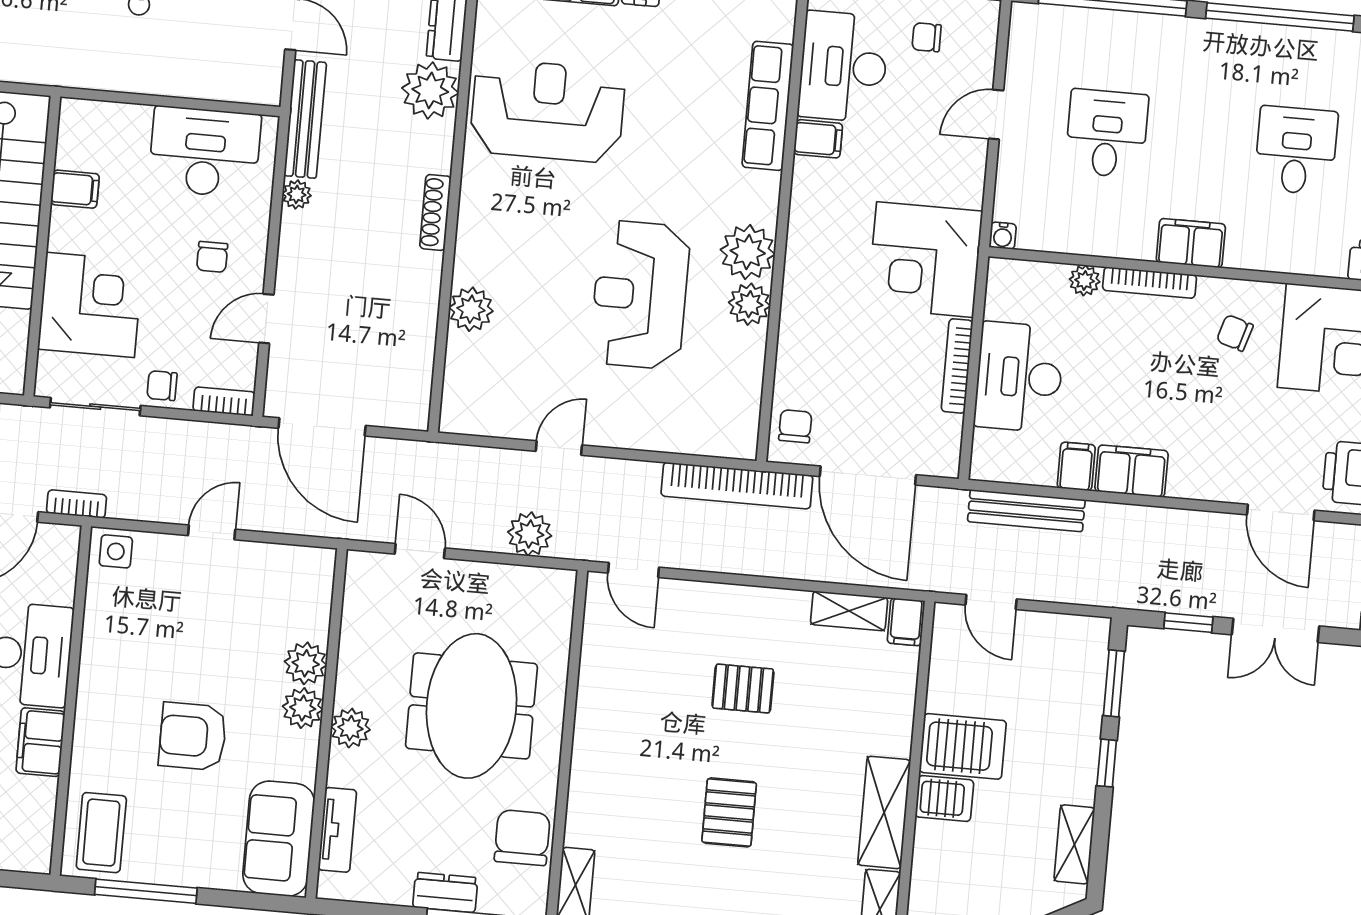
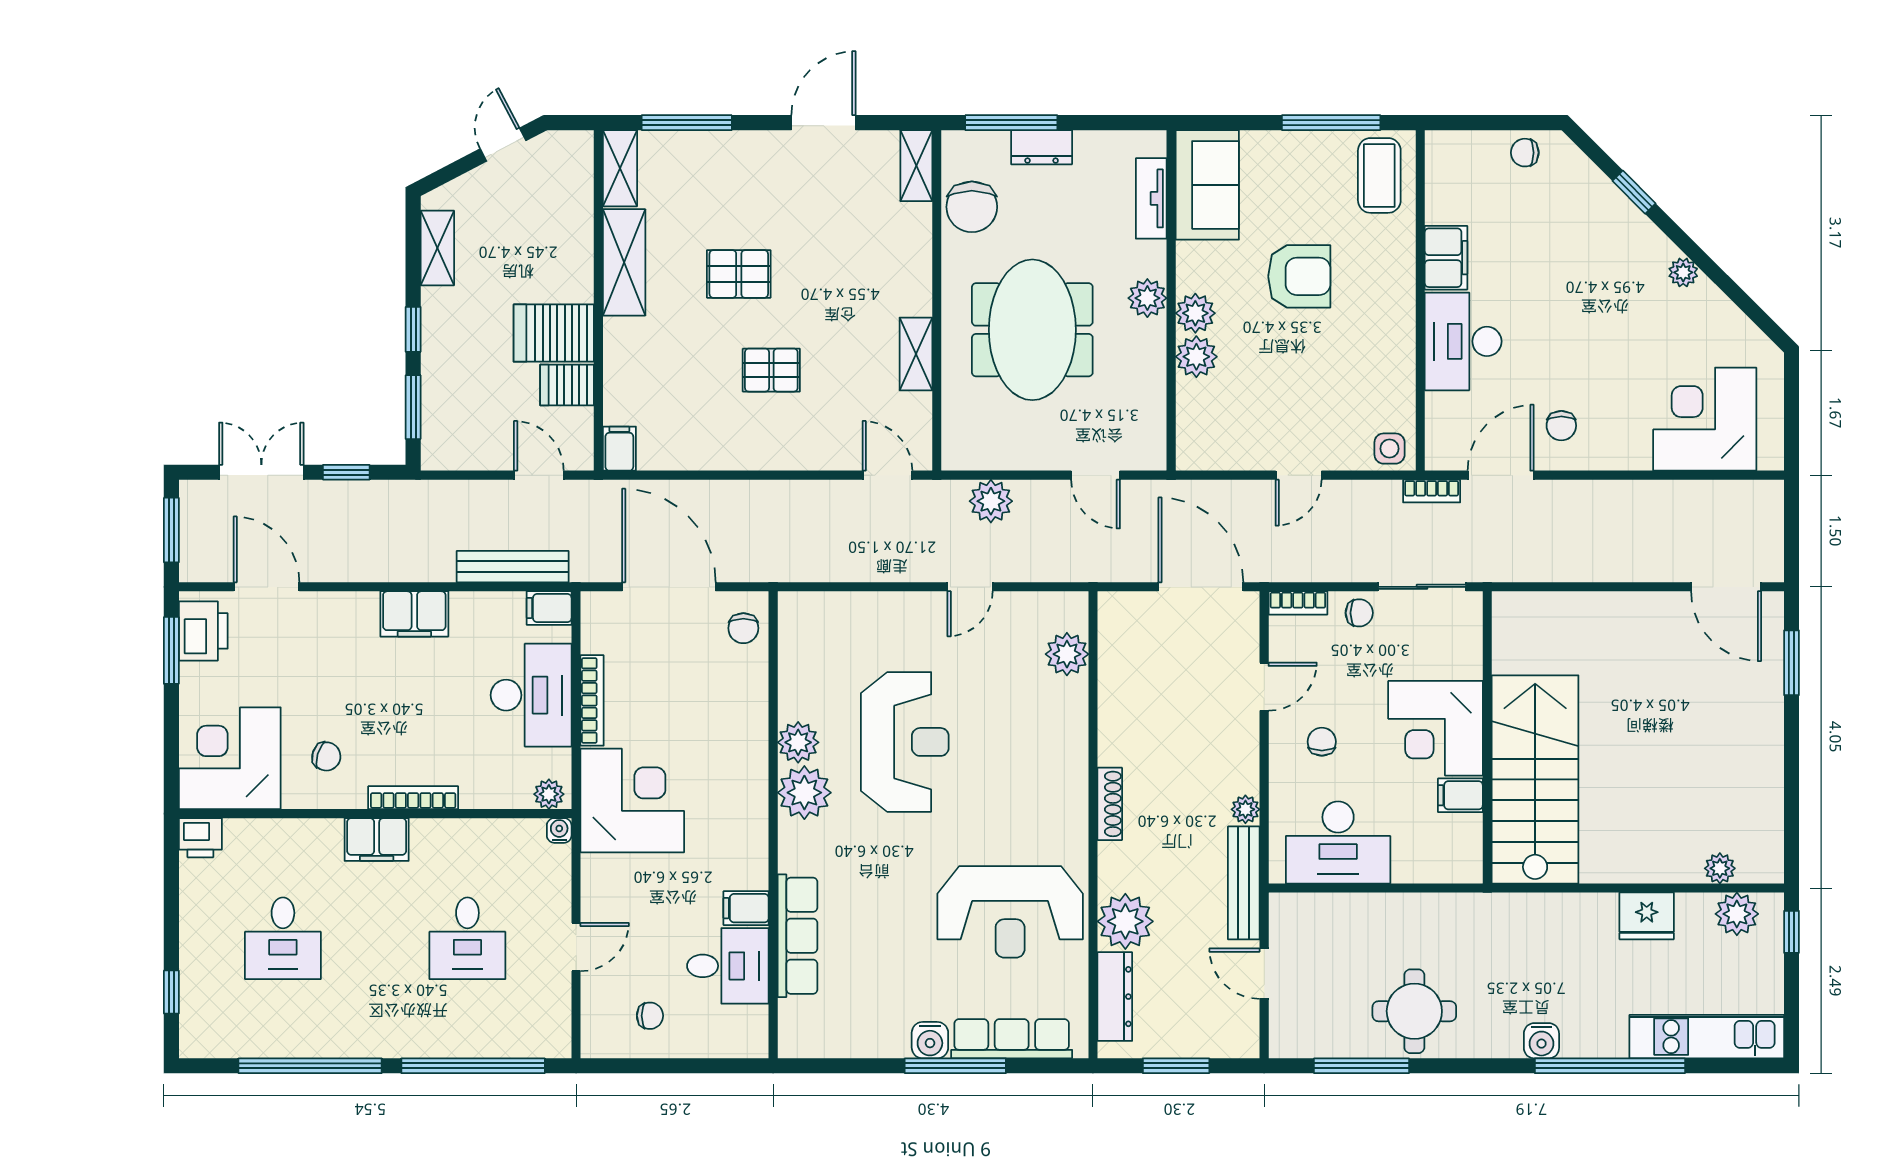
desk: (843, 67) -> (728, 966), width x0.73
plant: (1085, 280) -> (549, 794), moved
corner desk: (90, 305) -> (1435, 728), moved
plant: (471, 309) -> (1067, 654), moved
filing cabinet: (1076, 466) -> (549, 608), moved, turned 90
bookcase: (737, 486) -> (795, 566), removed
shelving: (849, 611) -> (916, 354), moved, turned 90
server rack: (944, 798) -> (567, 385), moved
pallet: (729, 812) -> (739, 274), moved, turned 90

